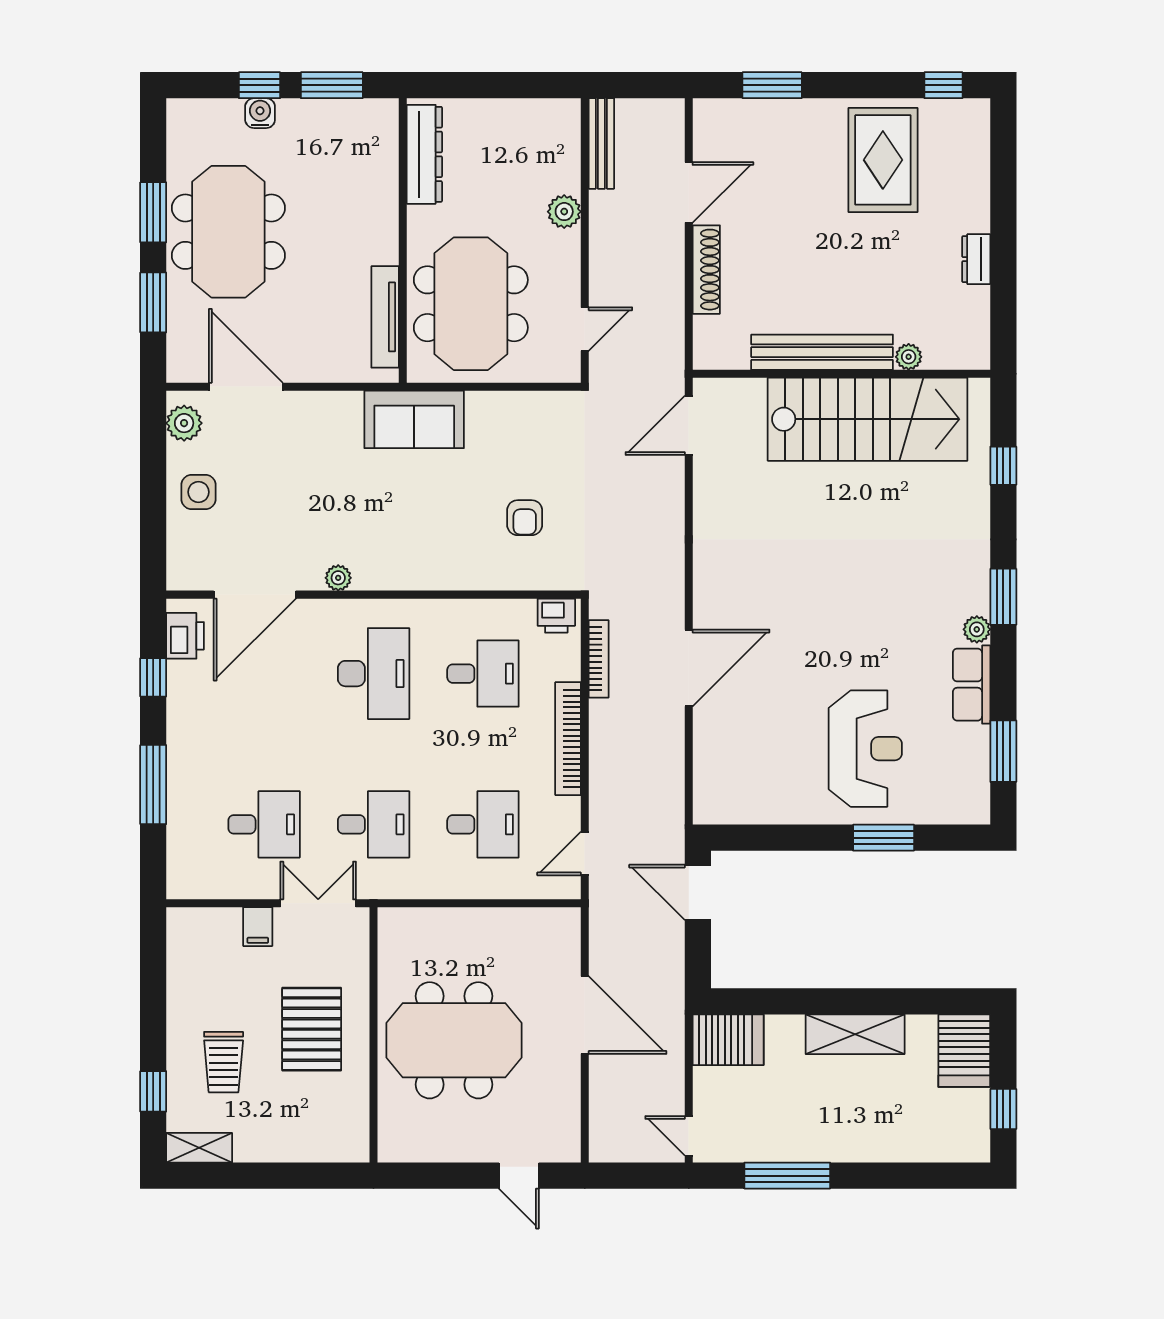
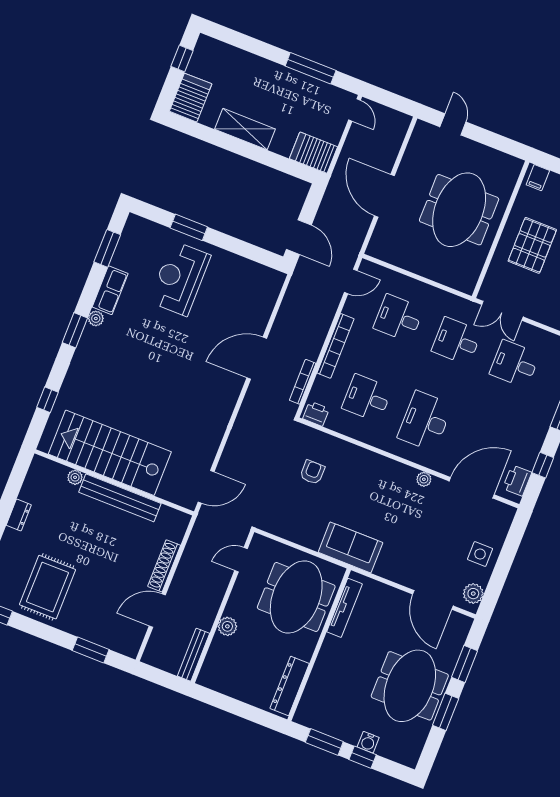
filing cabinet: (258, 927) -> (538, 178), moved, turned 180
meeting table: (454, 1040) -> (459, 210), turned 90

